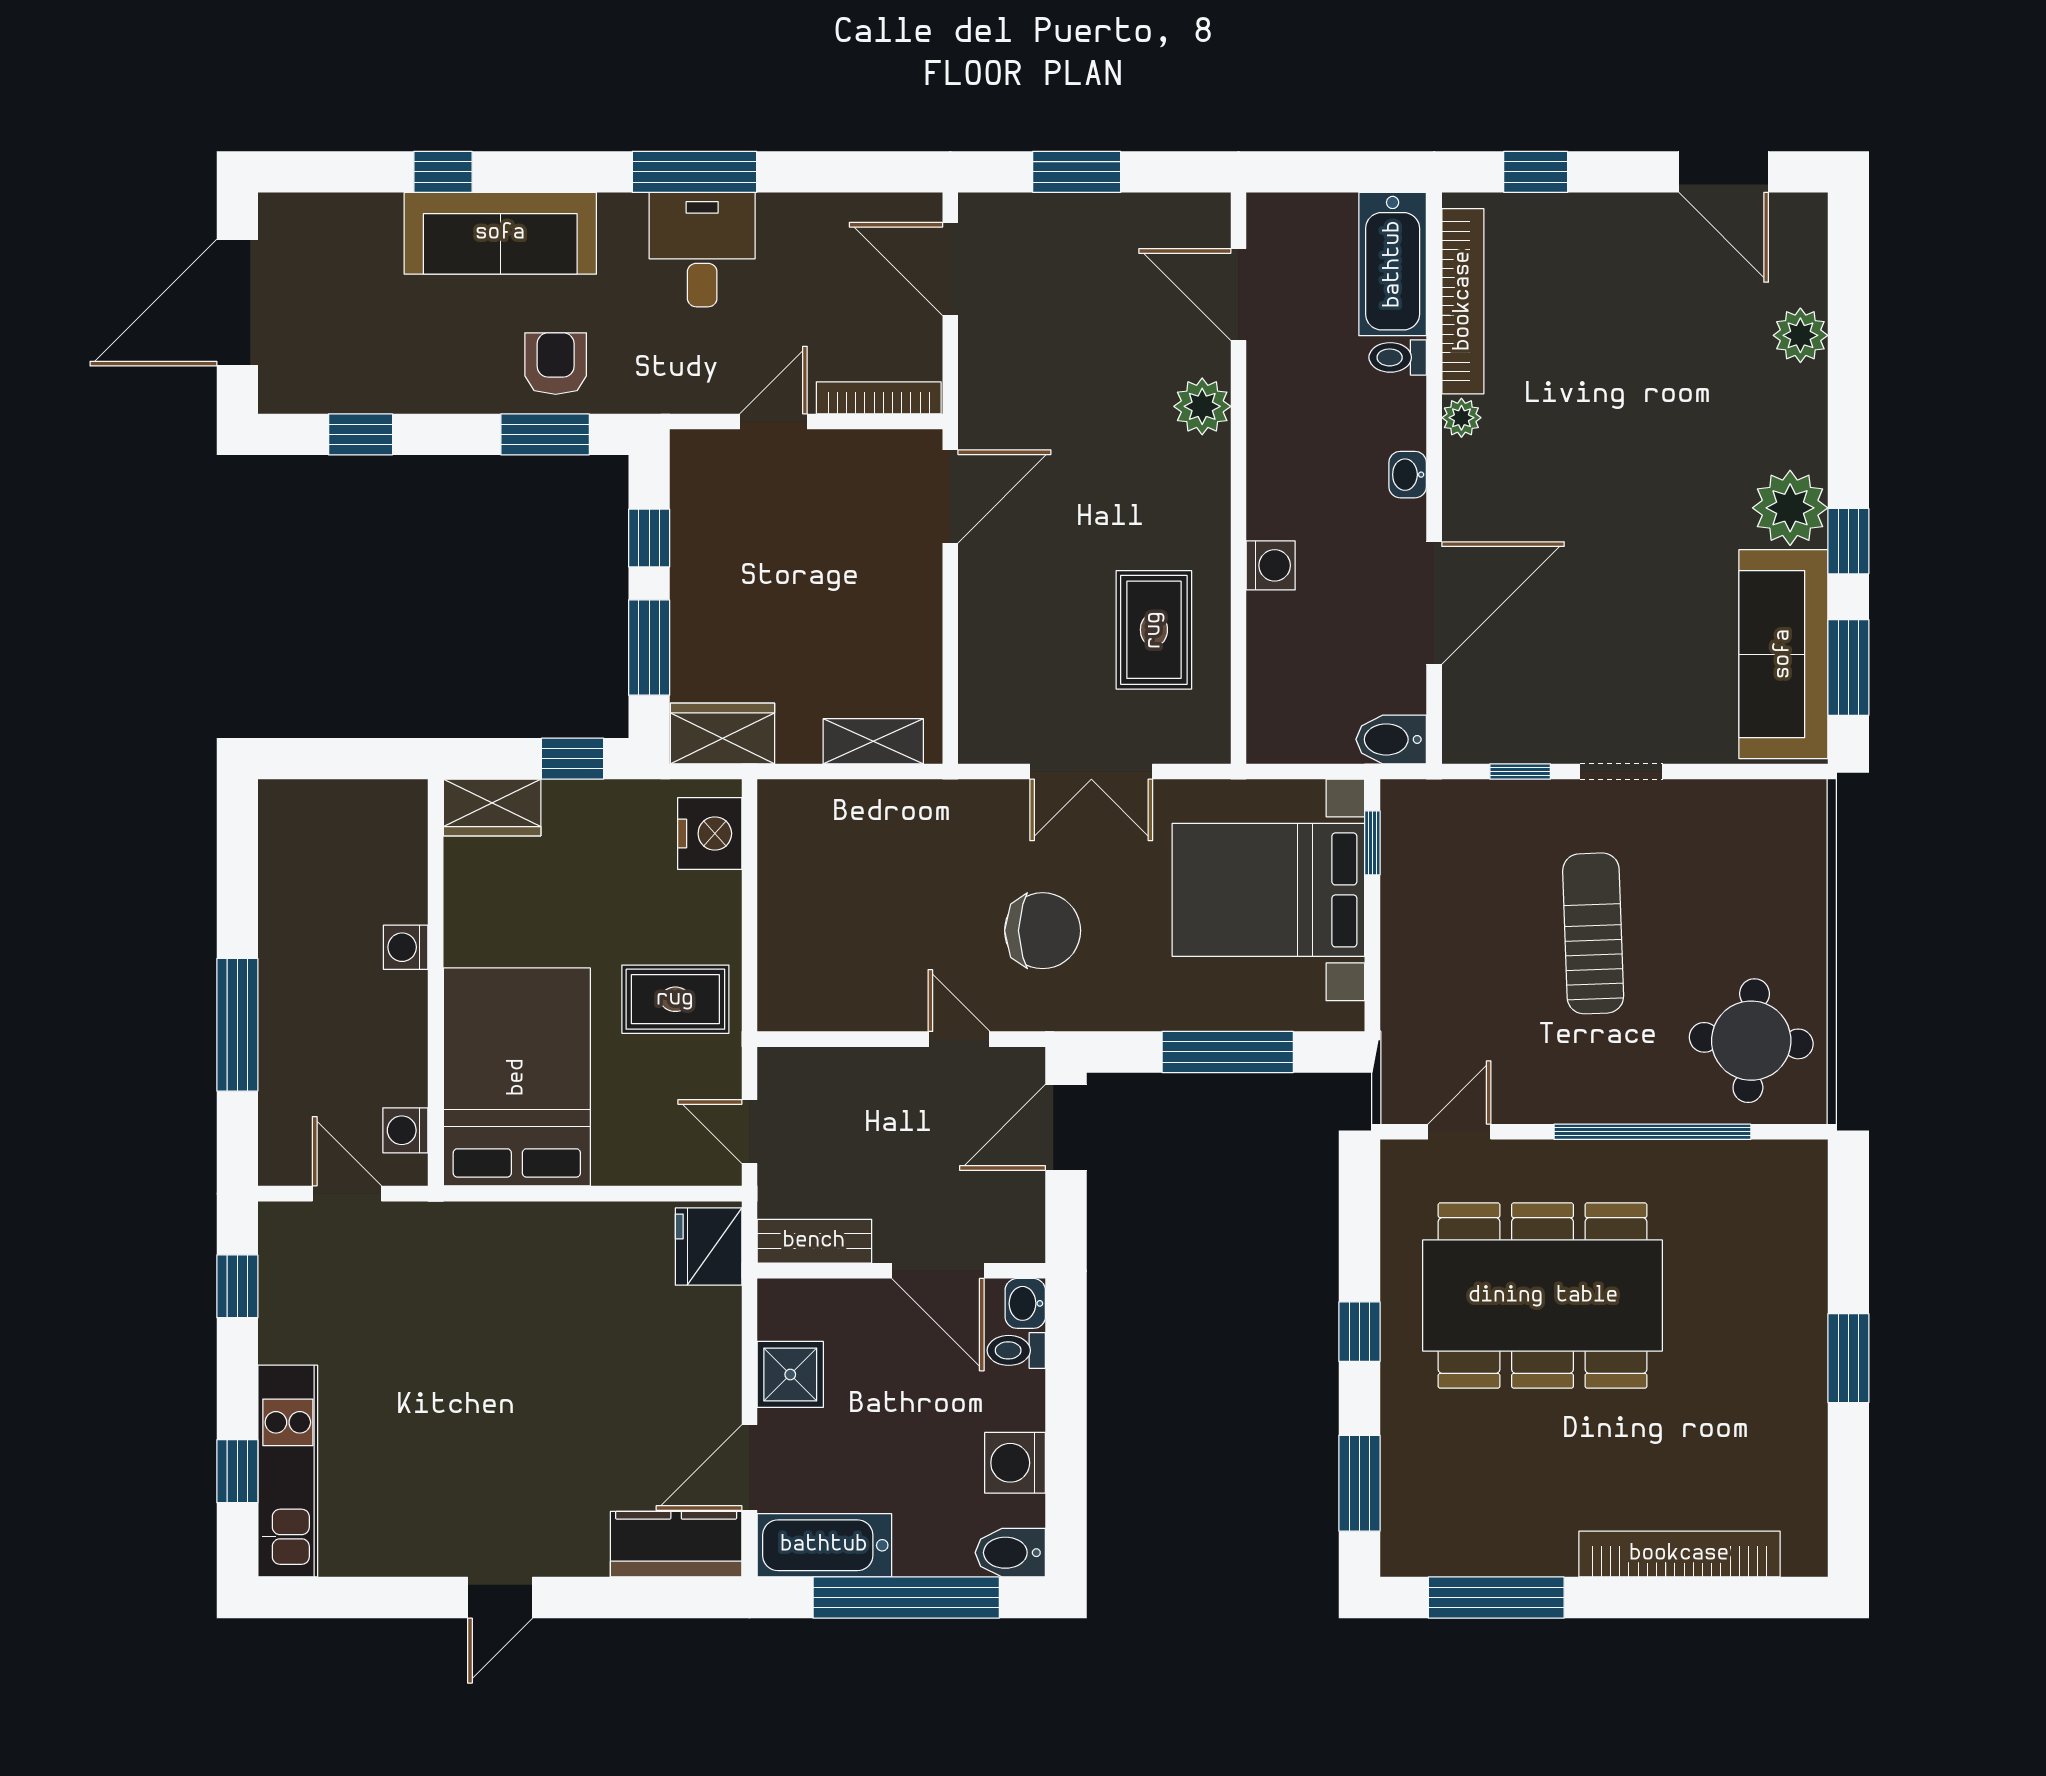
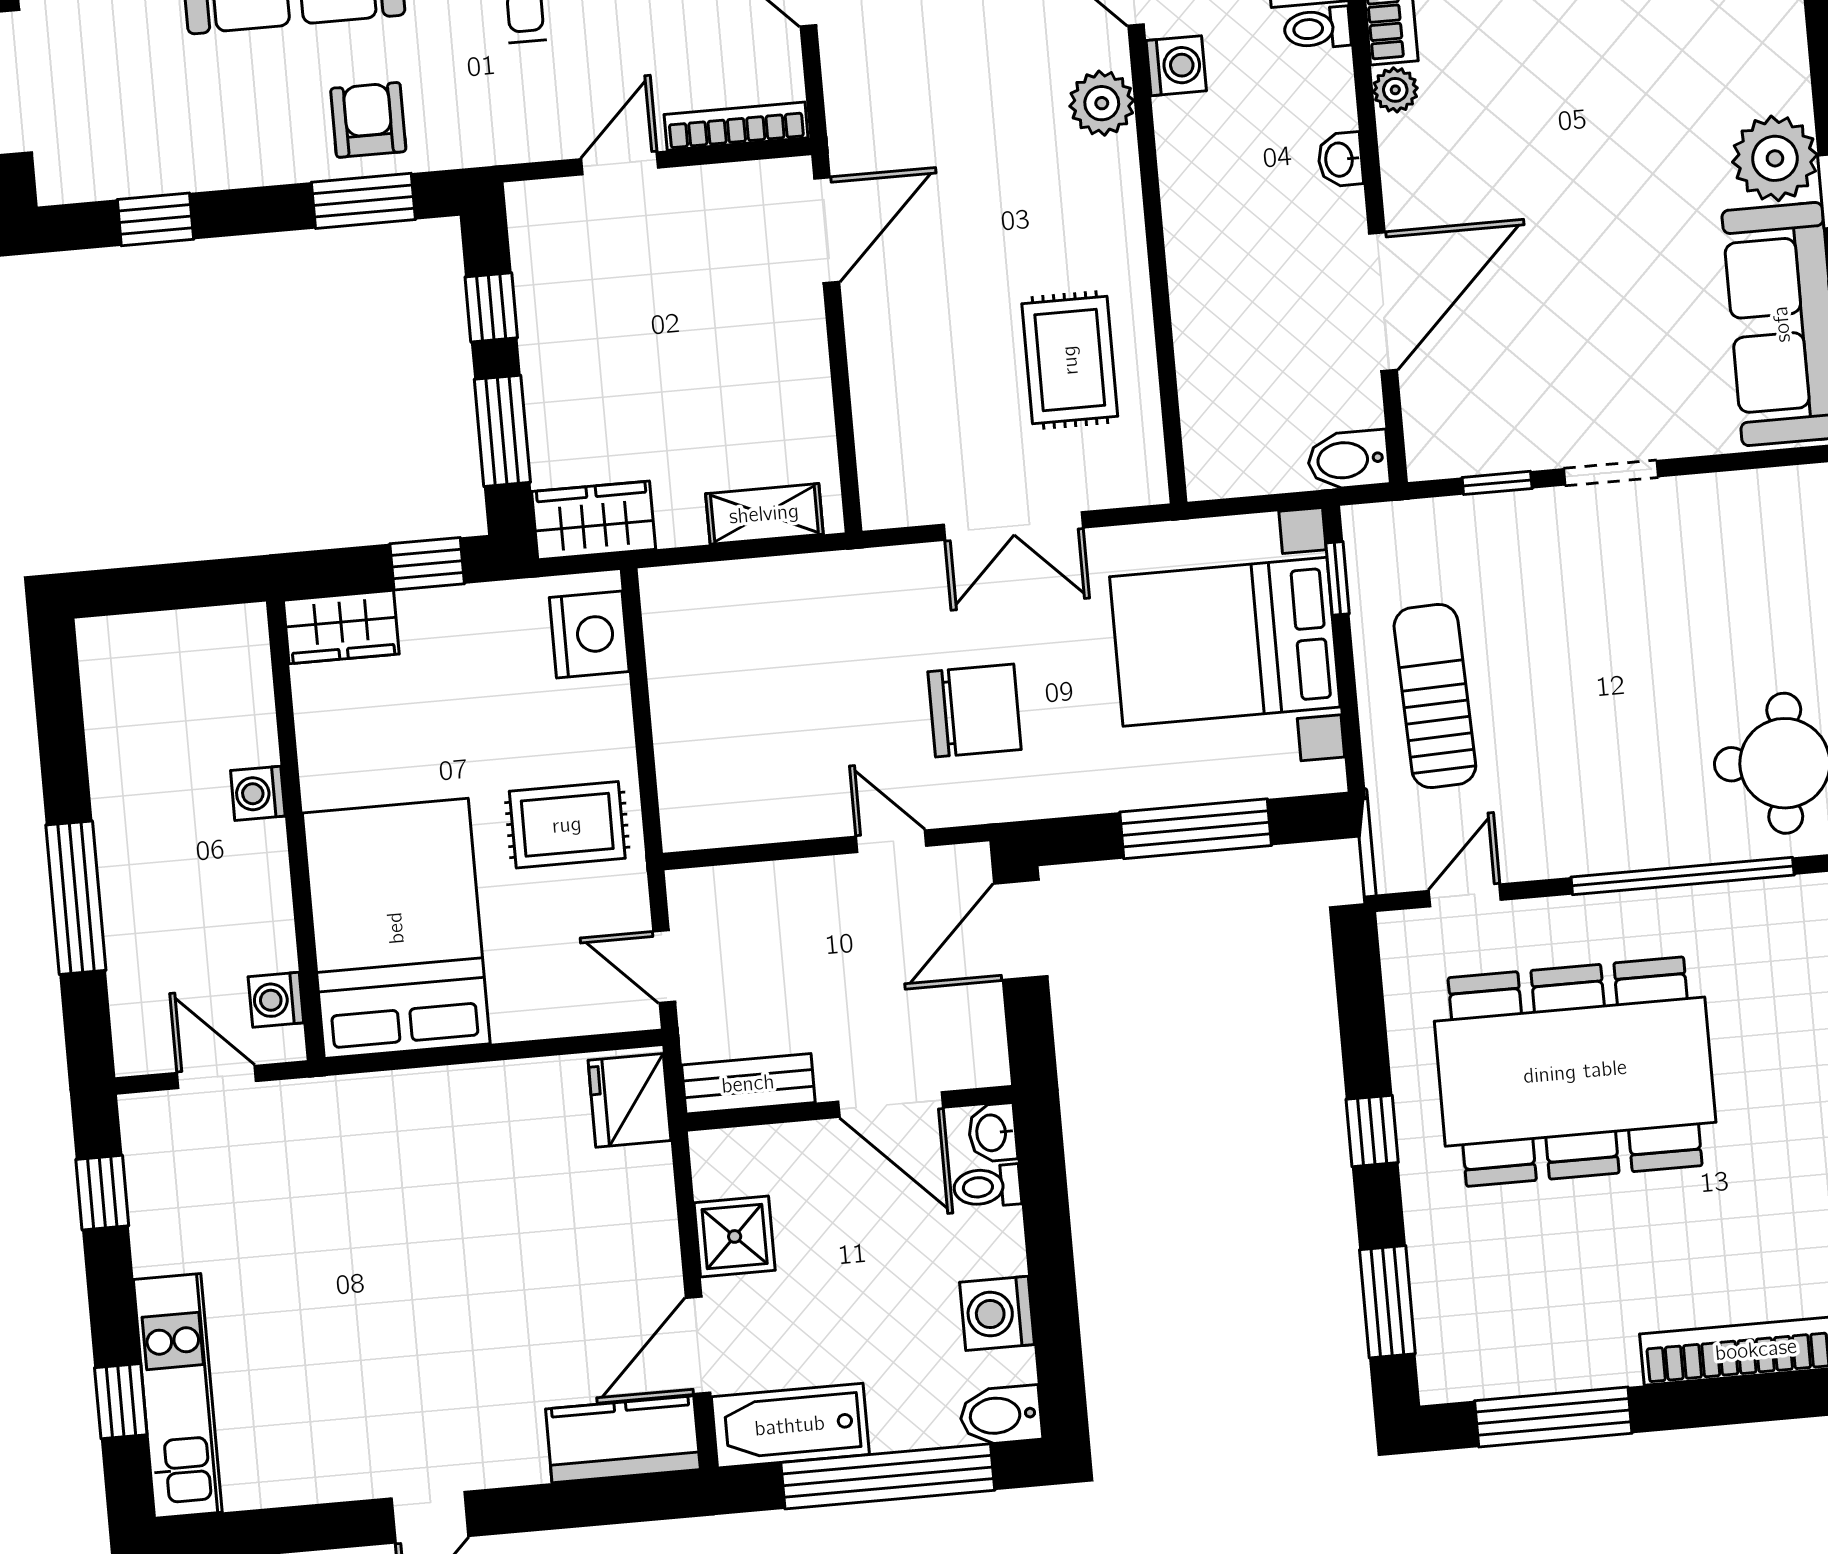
washing machine: (1271, 565) -> (1176, 66), moved
sun lounger: (1593, 933) -> (1435, 696), moved

